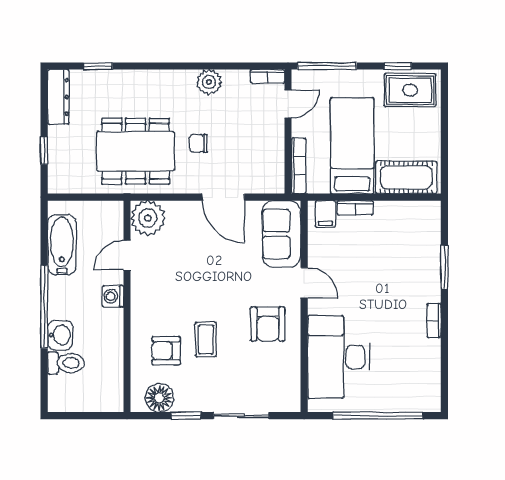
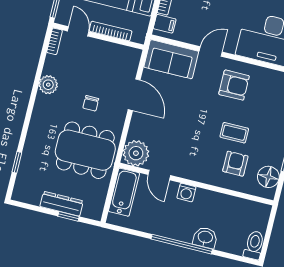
dresser: (58, 97) -> (62, 204), moved
dining table: (136, 151) -> (85, 150), turned 90
bookcase: (299, 166) -> (111, 31), moved
door: (223, 197) -> (134, 95), hinge flipped
bathtub: (62, 245) -> (124, 192), moved, turned 90
armchair: (166, 351) -> (235, 164), turned 180
toilet: (66, 363) -> (254, 245), moved

